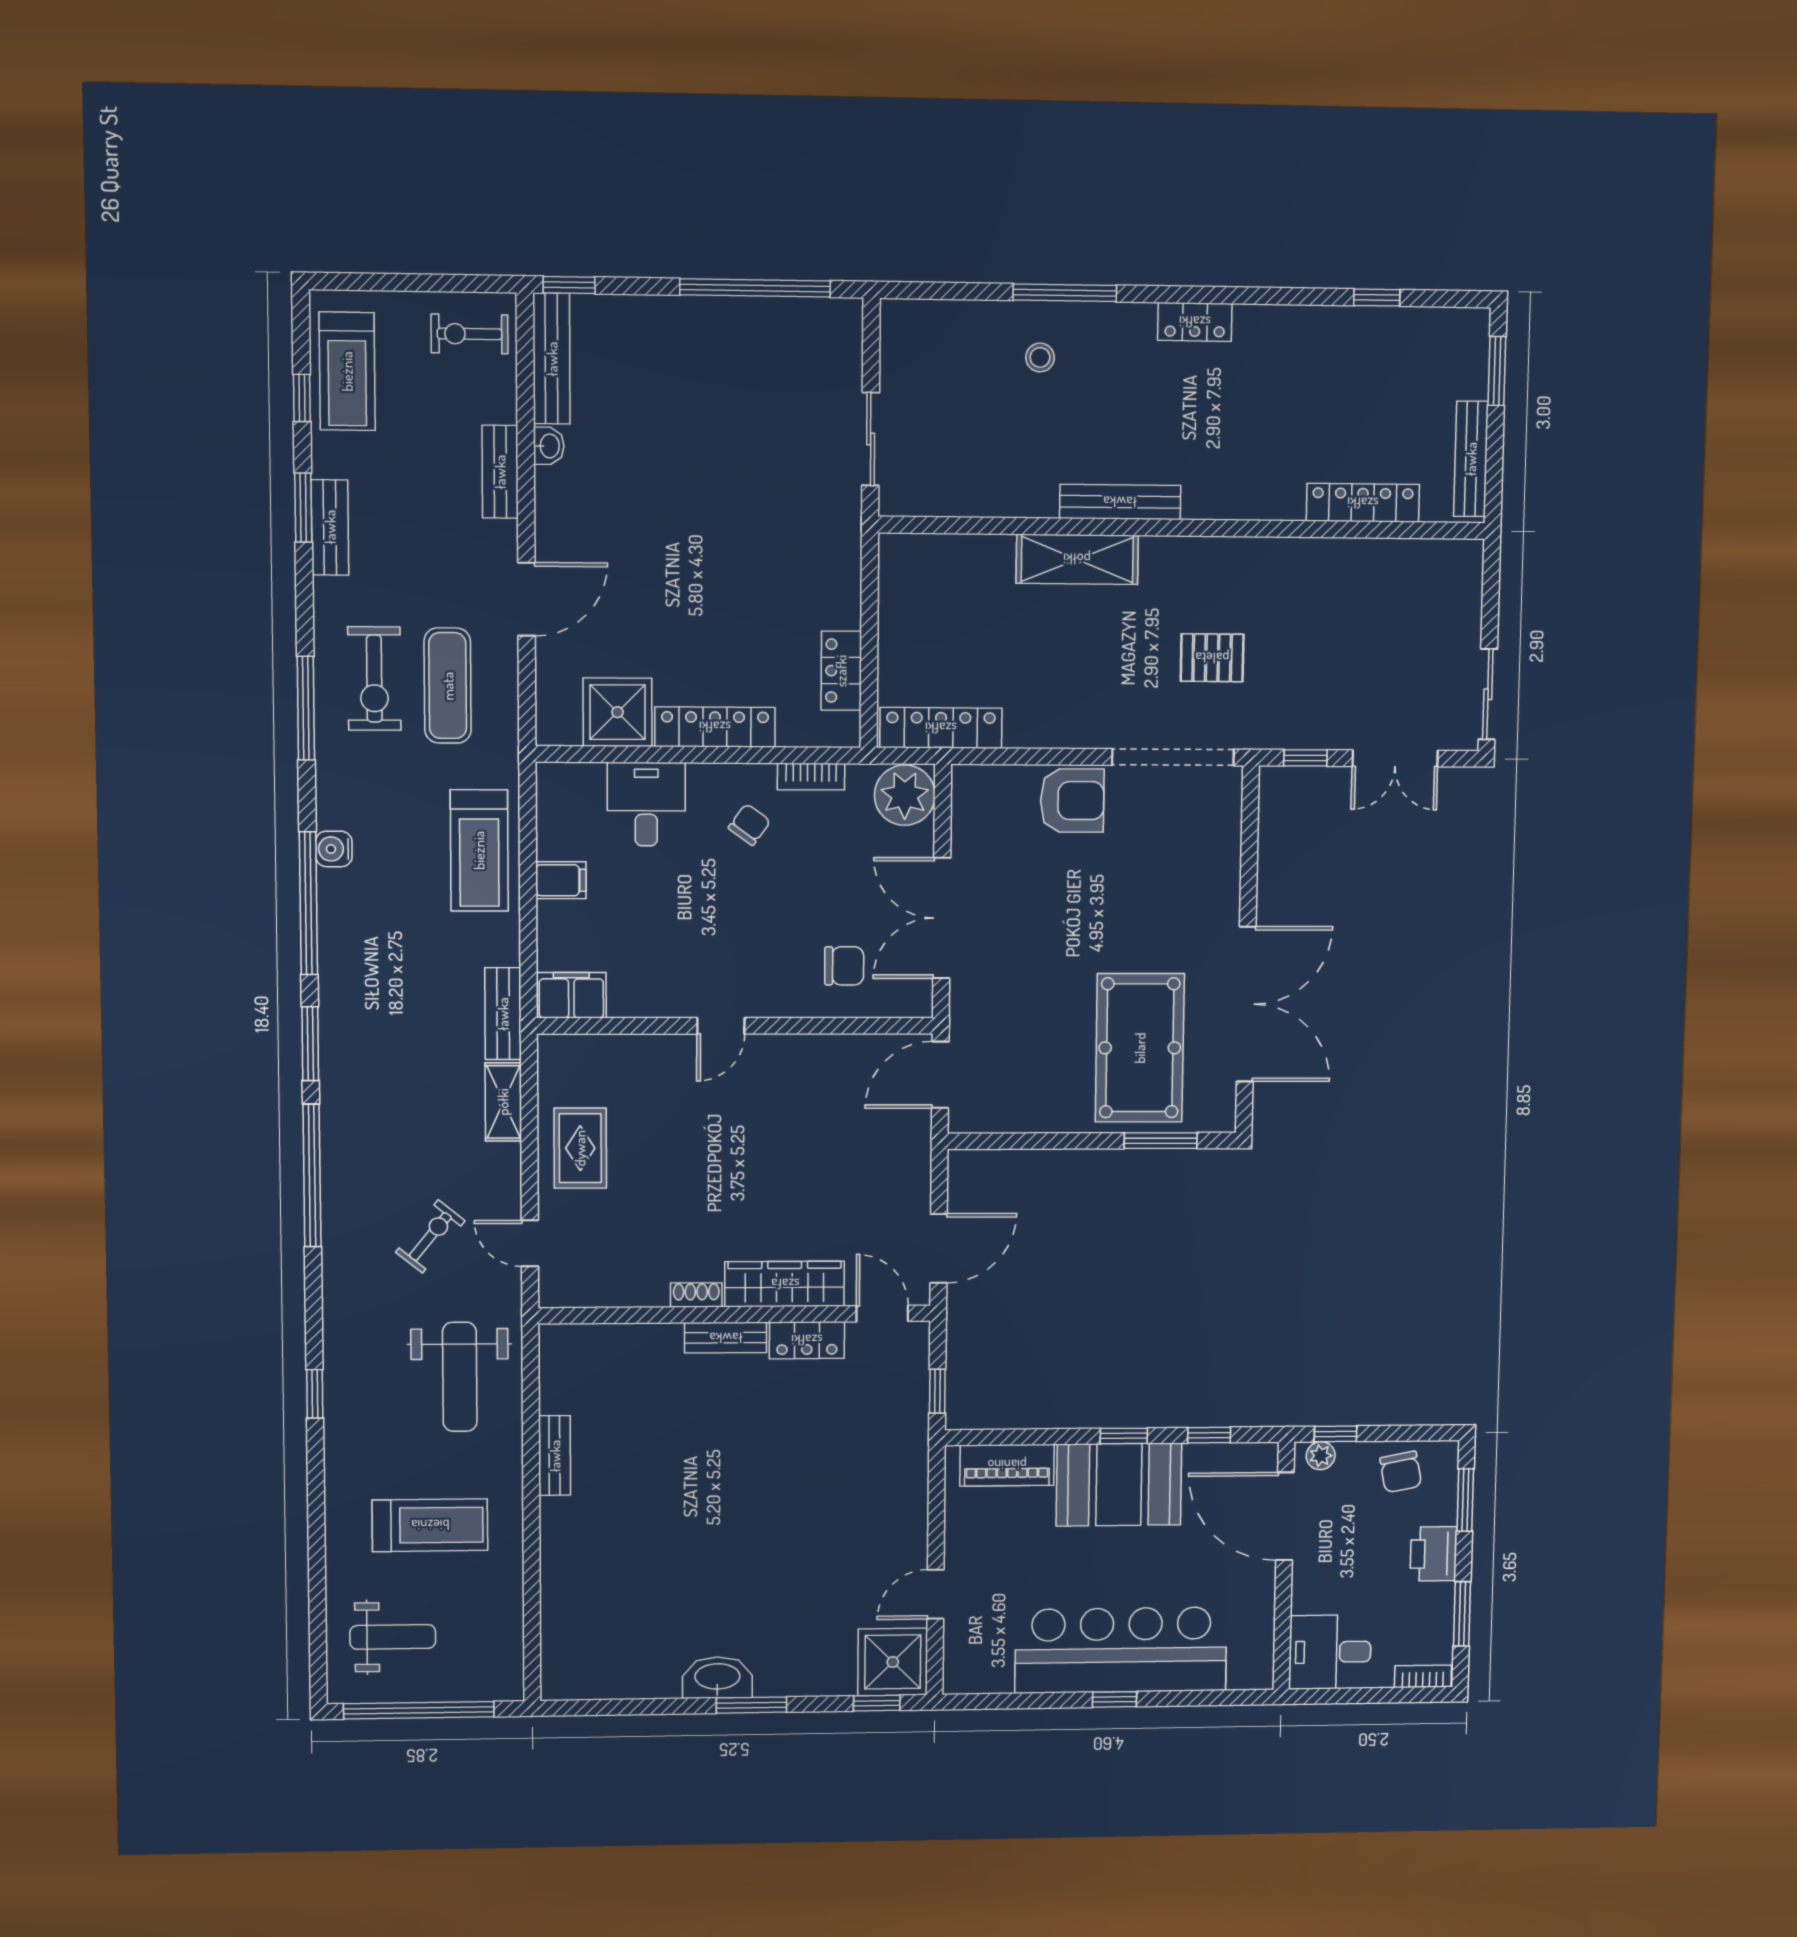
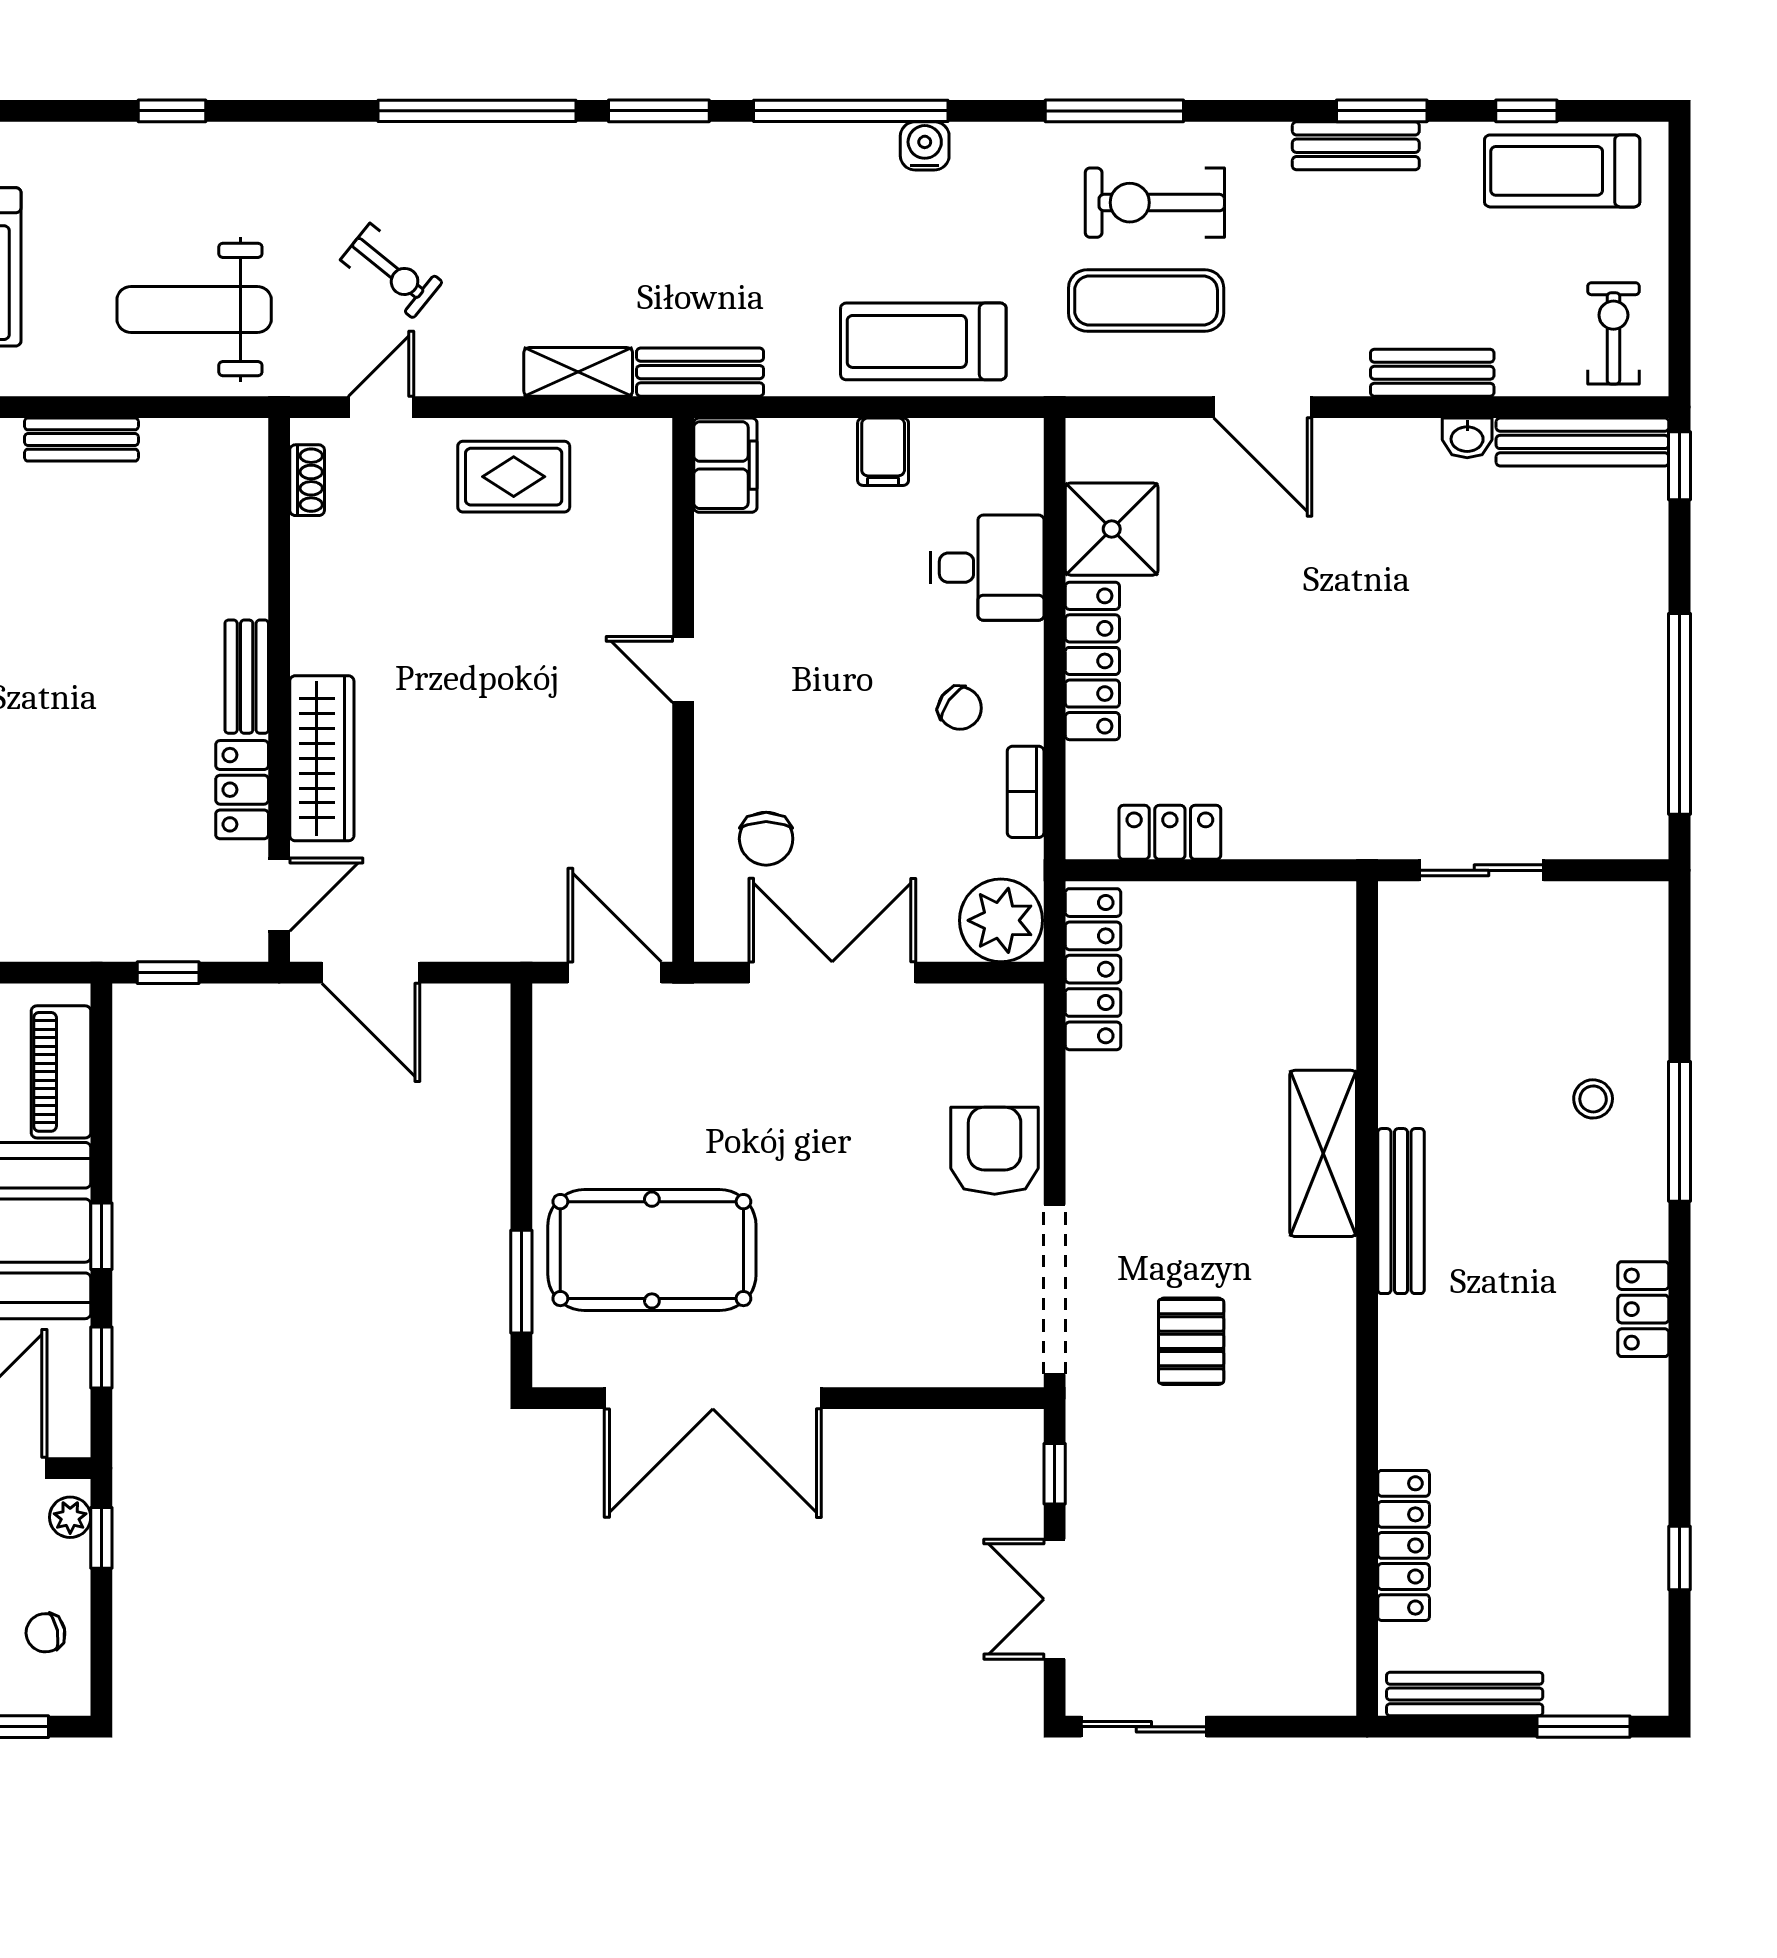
armchair: (1072, 801) -> (995, 1151), turned 180
shoe rack: (696, 1295) -> (307, 480), moved
chair: (1401, 1472) -> (45, 1633), width x0.73, depth x0.73

